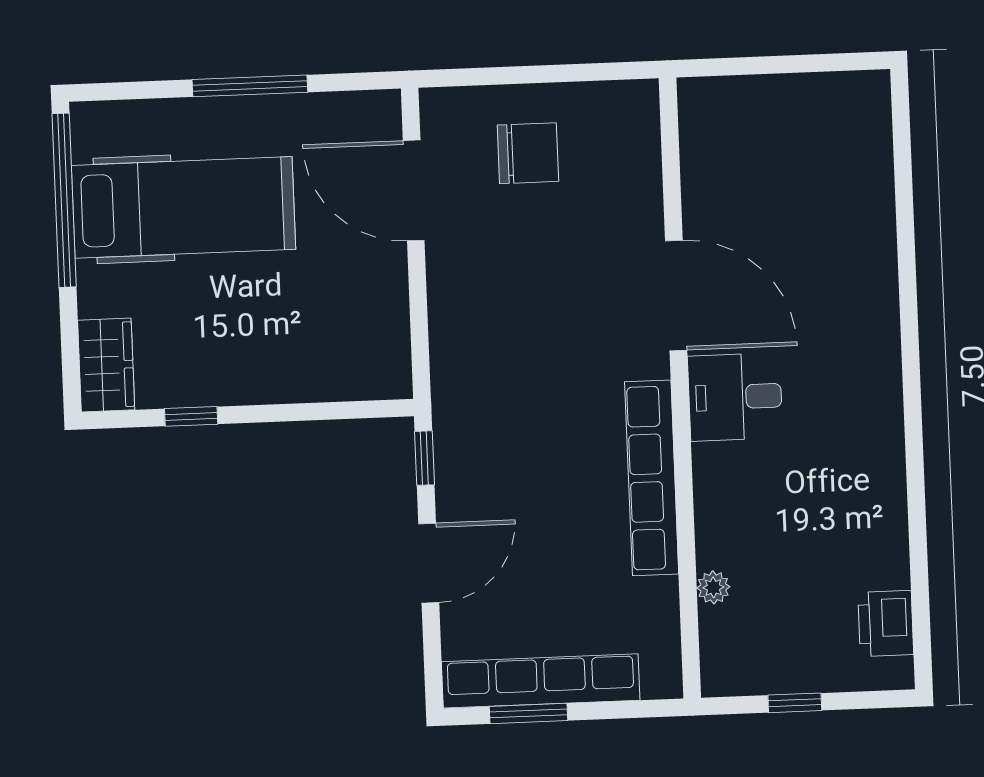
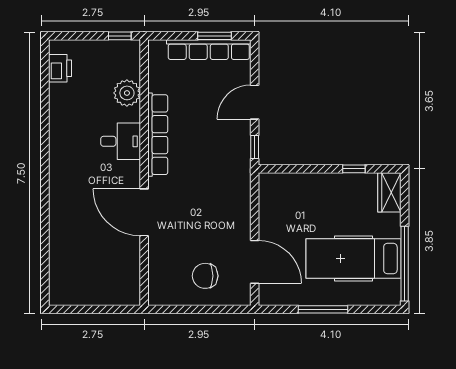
desk: (735, 397) -> (121, 141), moved
plant: (713, 587) -> (127, 93), width x1.88, depth x1.88
window: (795, 703) -> (120, 36), moved

